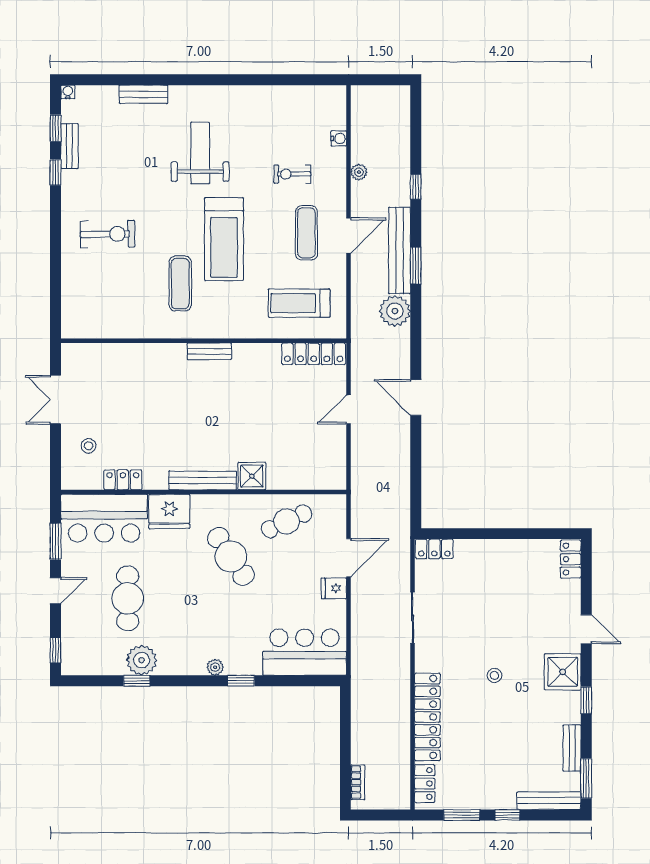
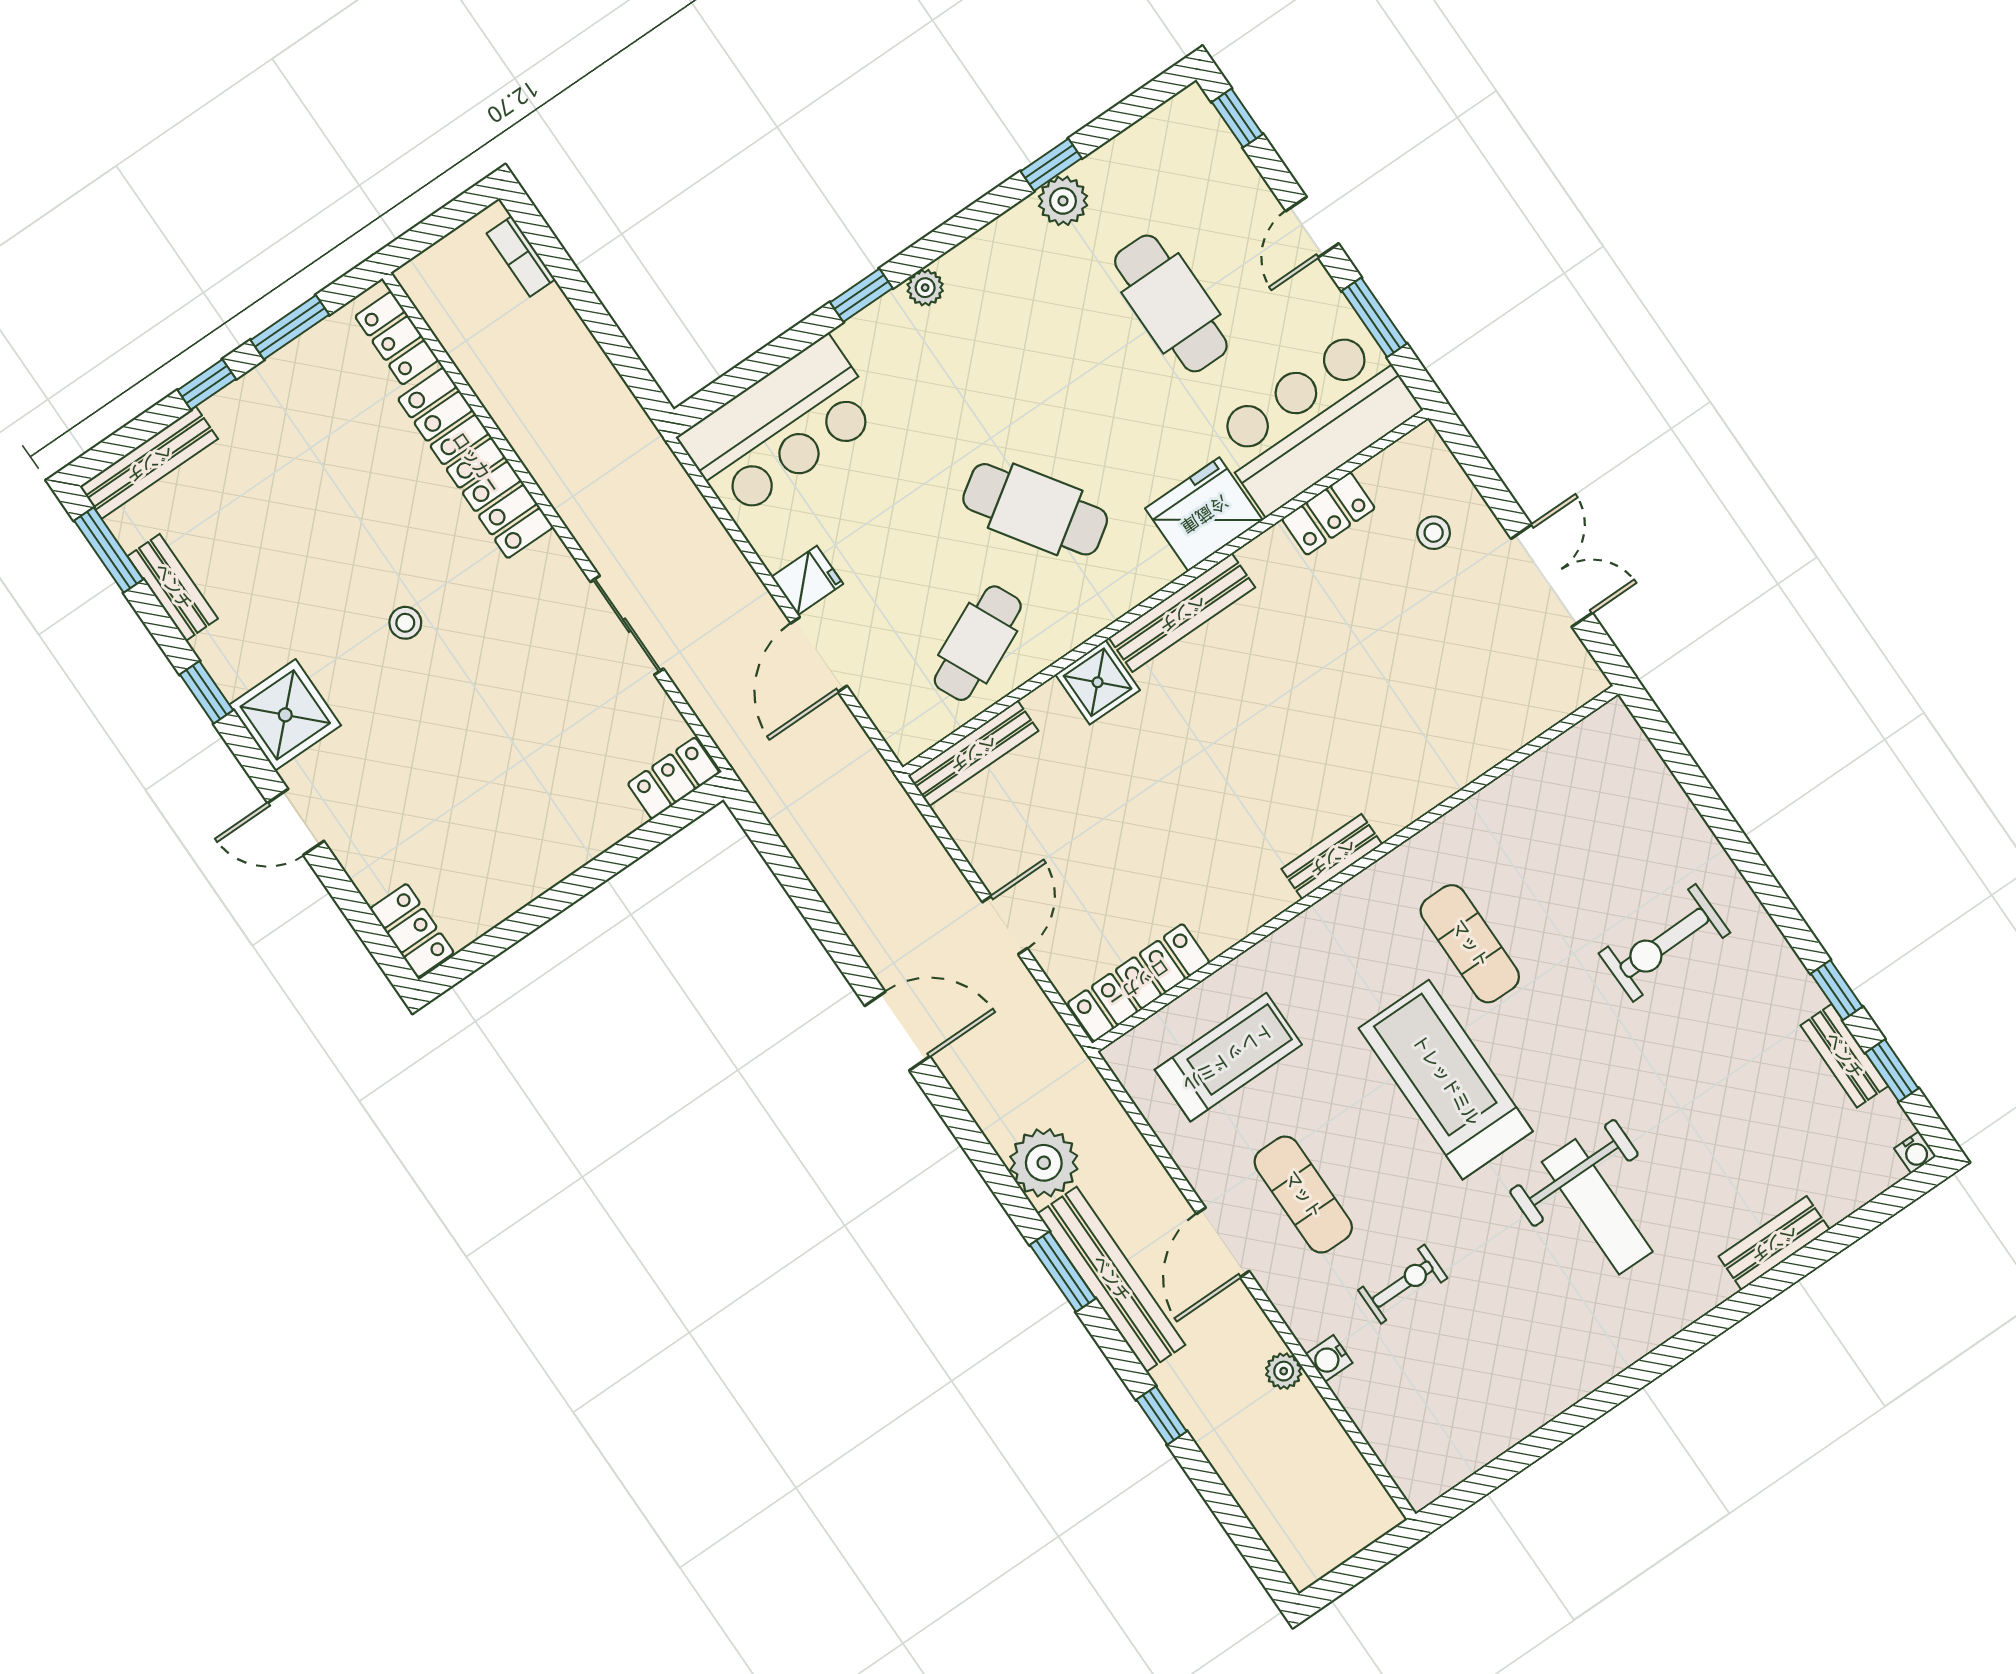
water cooler: (339, 138) -> (1329, 1359), moved
bench: (316, 482) -> (973, 753), added
plant: (142, 660) -> (1063, 201), width x0.73, depth x0.73

